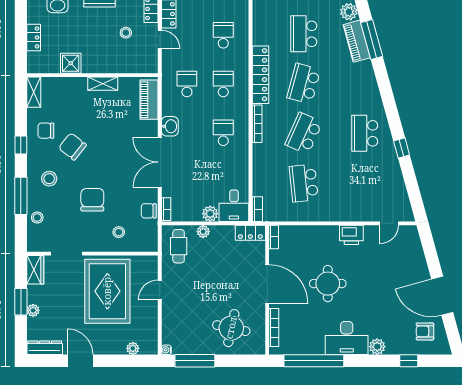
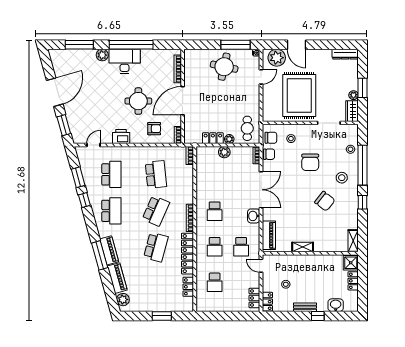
locker: (259, 29) -> (188, 287), added
school desk: (304, 34) -> (111, 174), moved
door: (160, 39) -> (261, 266), moved
window: (372, 39) -> (100, 255), moved
shower: (71, 63) -> (351, 263), moved
piano: (368, 79) -> (109, 250), added
chair: (46, 131) -> (271, 138), moved
window: (410, 179) -> (78, 177), added
window: (21, 196) -> (362, 165), width x1.46
desk: (234, 206) -> (207, 158), removed
locker: (250, 233) -> (213, 138), moved
window: (430, 251) -> (64, 125), added
door: (267, 284) -> (183, 101), hinge flipped
door: (160, 290) -> (261, 77), moved
door: (442, 296) -> (55, 92), hinge flipped
plant: (33, 310) -> (353, 95), moved
round table: (231, 328) -> (224, 67), moved
armchair: (425, 331) -> (154, 129), moved
plant: (133, 348) -> (277, 58), width x1.87, depth x1.87
door: (80, 361) -> (297, 45), moved
window: (314, 361) -> (131, 45), moved
window: (409, 361) -> (79, 45), width x2.17

